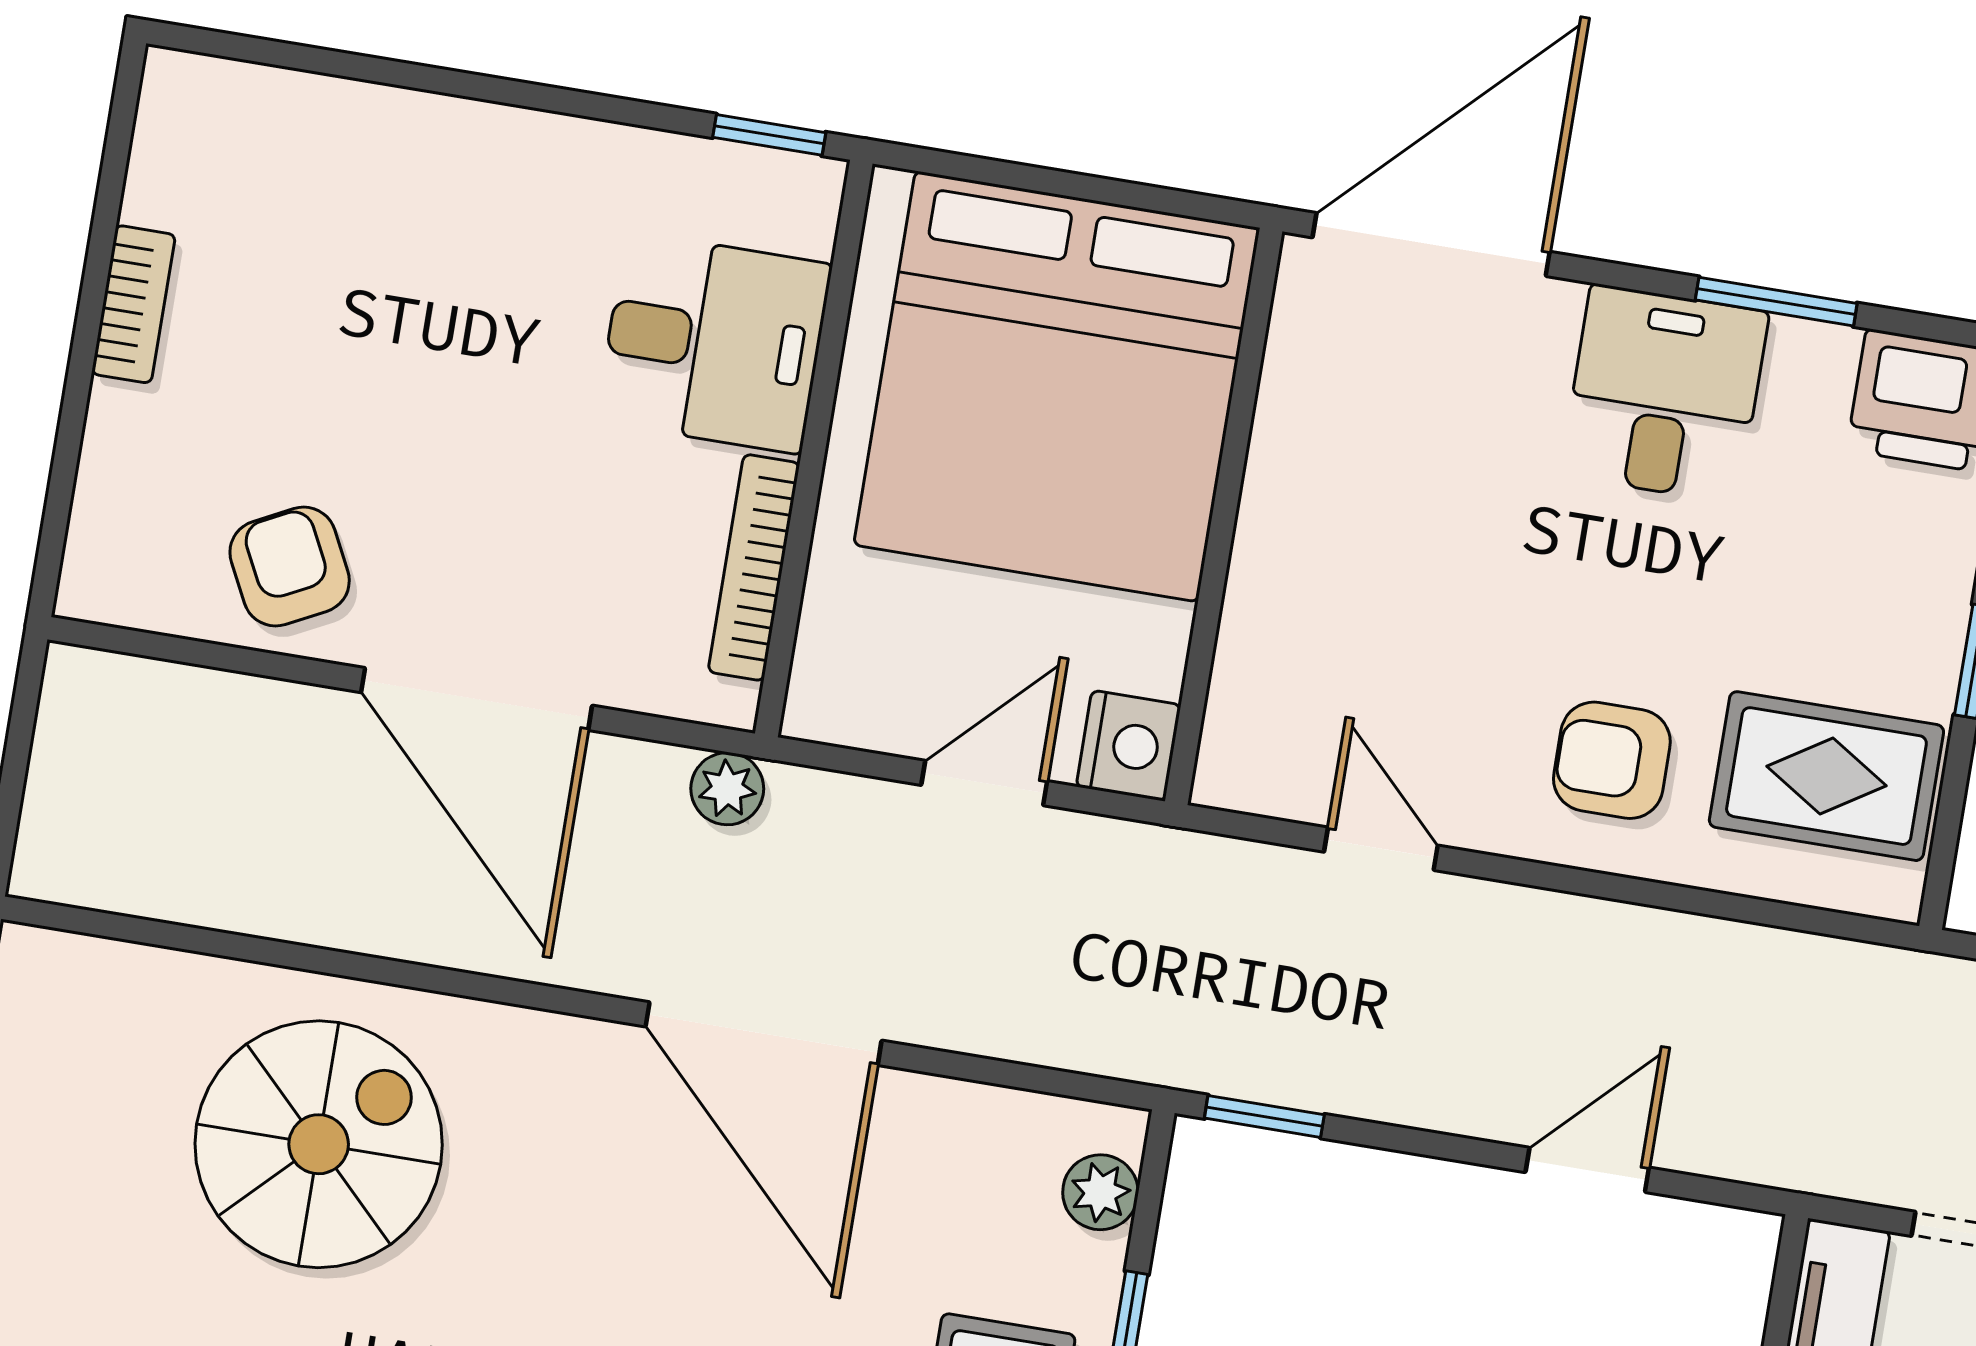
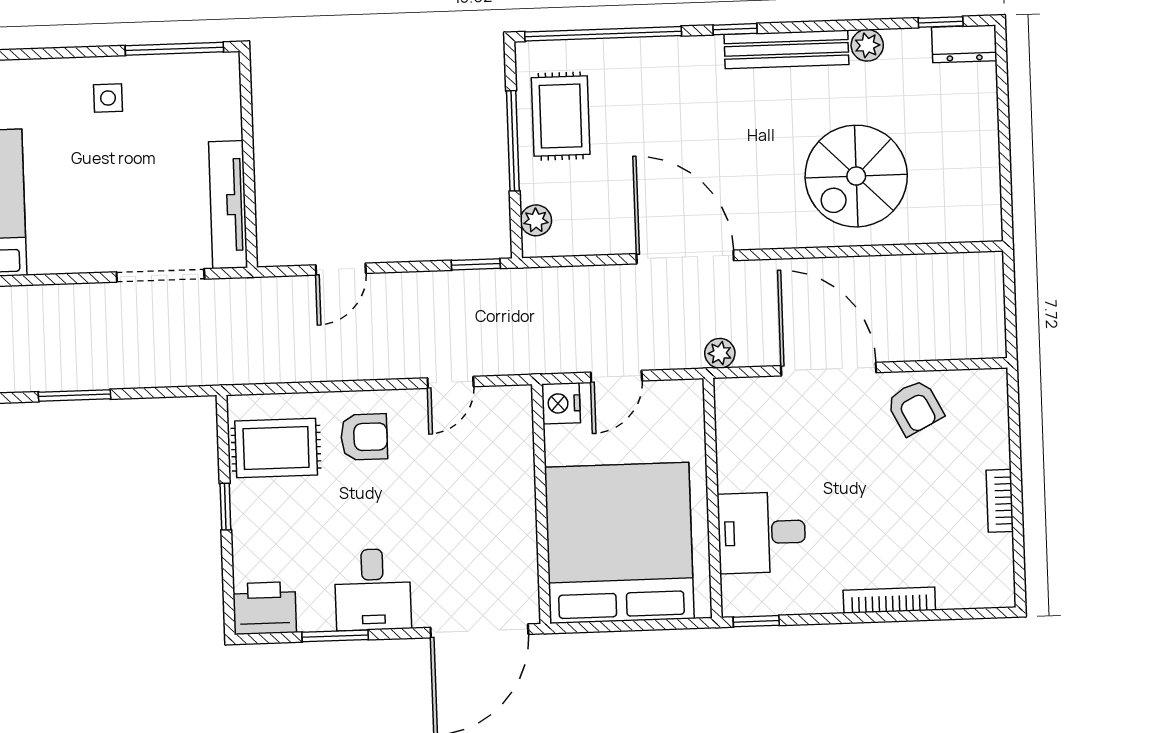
bookcase: (754, 567) -> (889, 600), moved, turned -90
door: (1381, 849) -> (450, 382), hinge flipped

